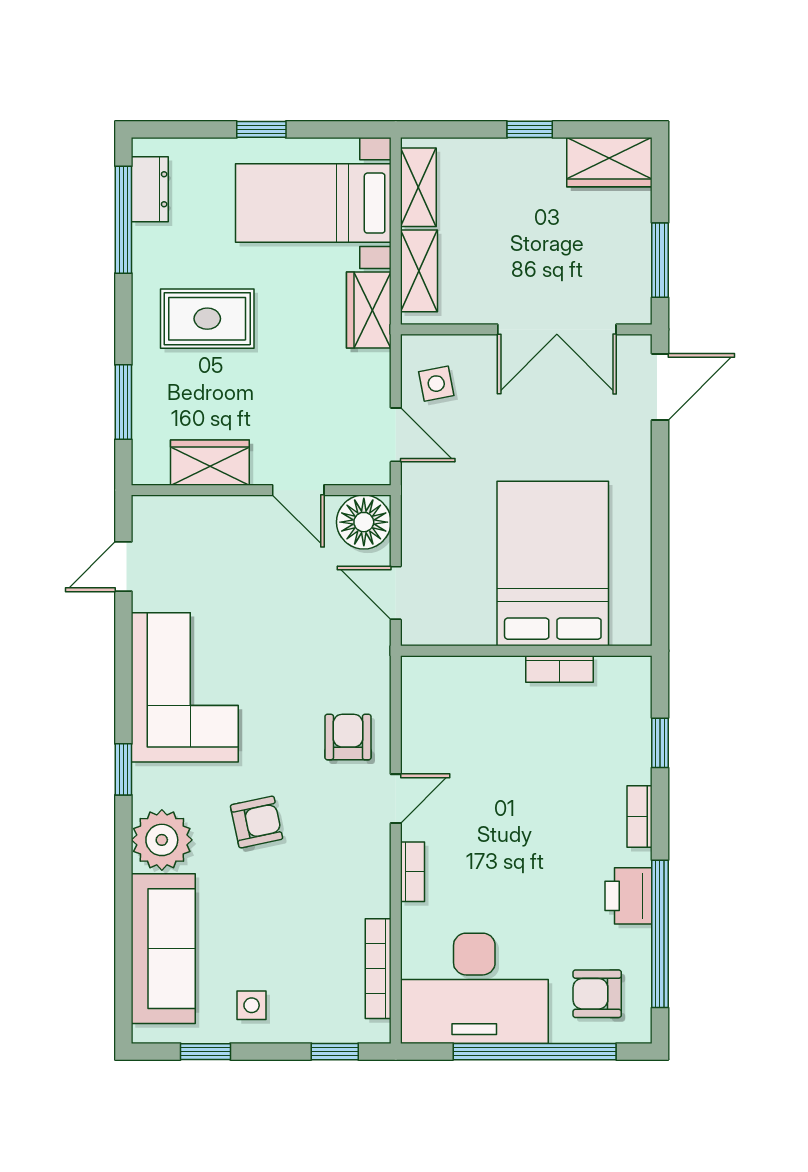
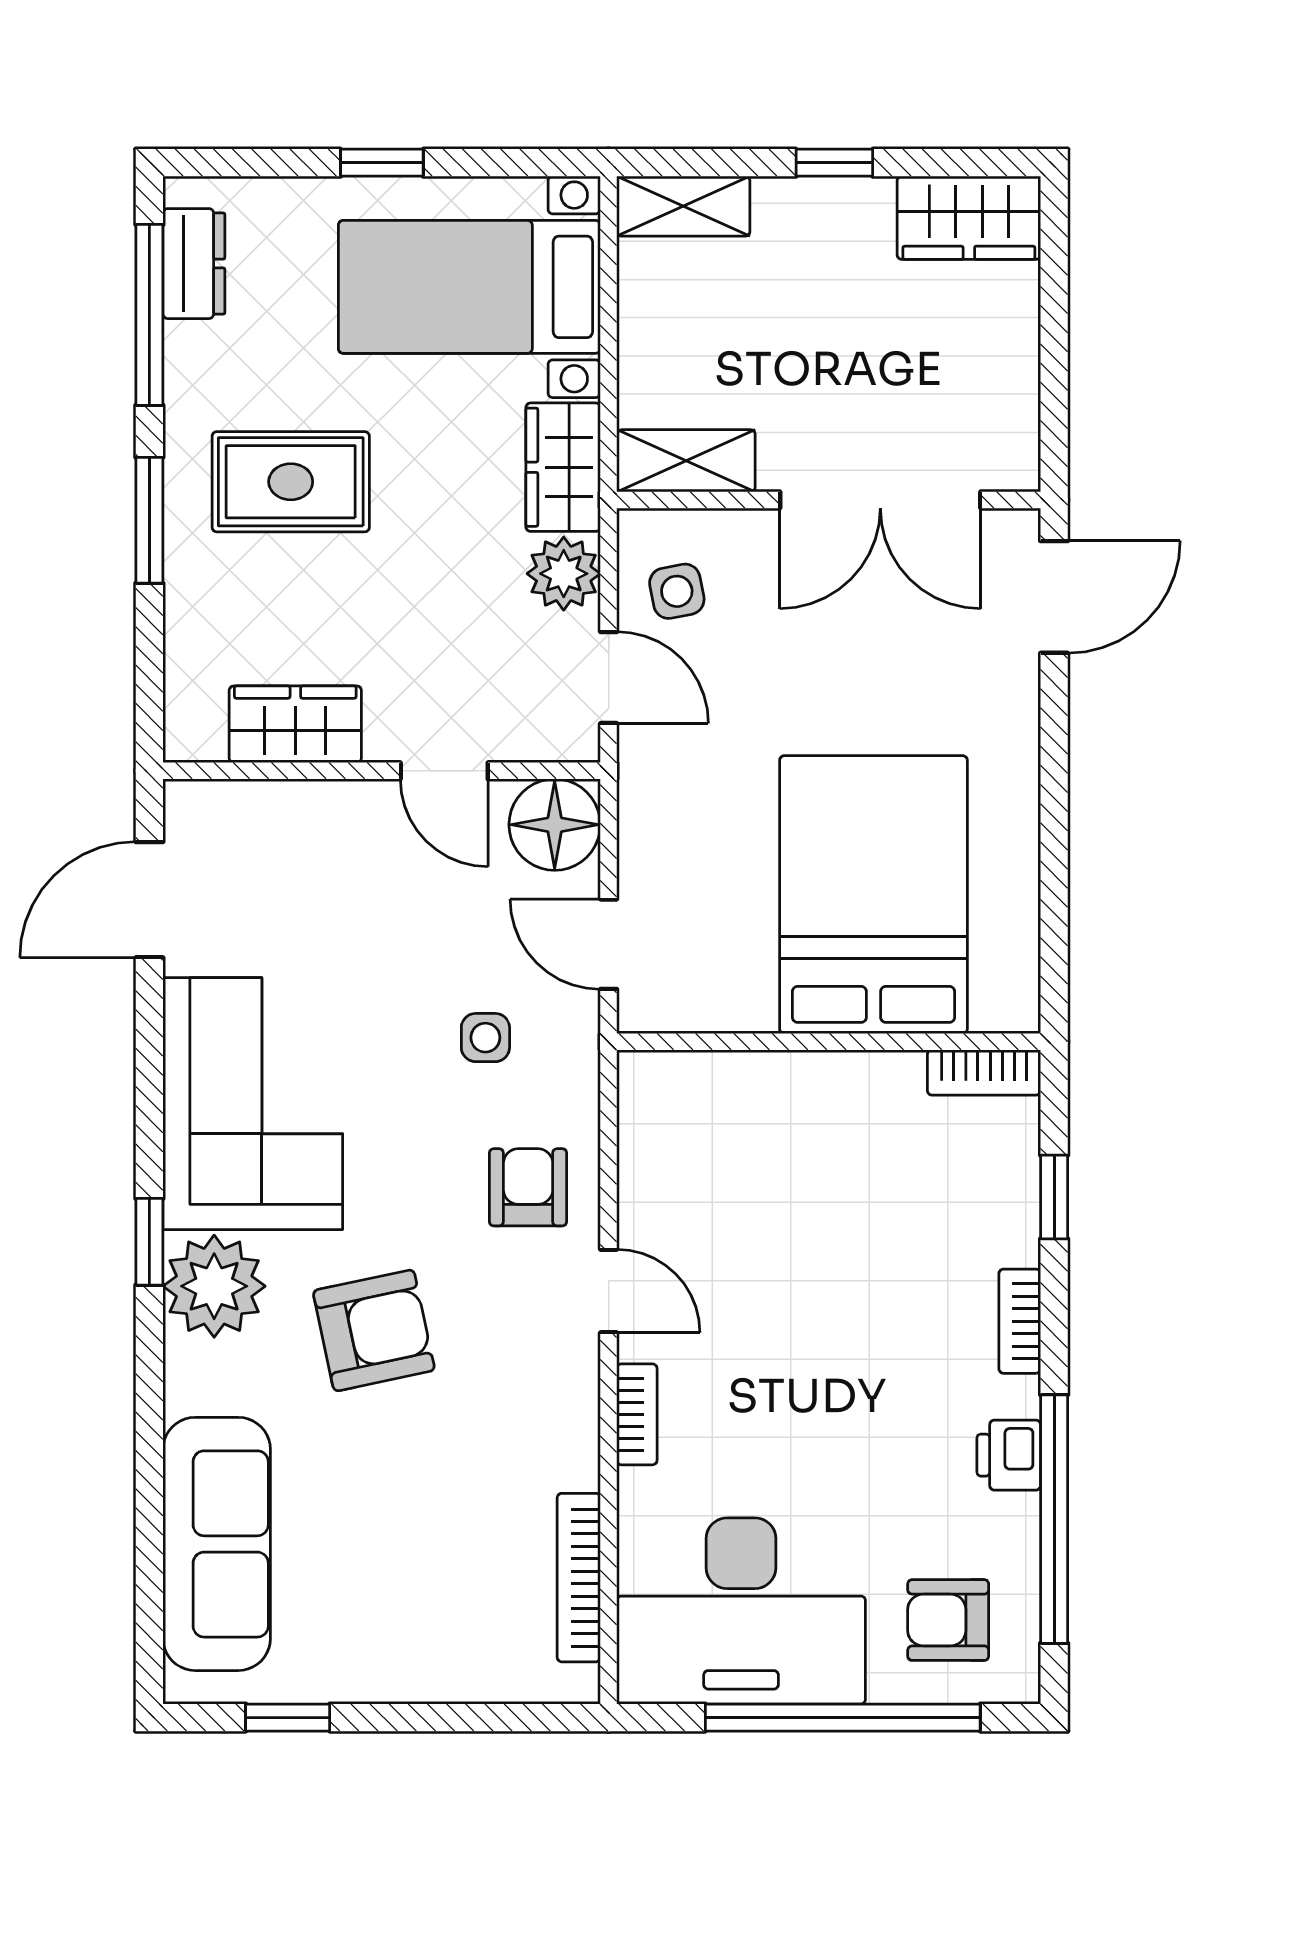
shelving: (418, 187) -> (683, 206), moved, turned 90
window: (660, 260) -> (1054, 383), removed
shelving: (419, 271) -> (686, 461), moved, turned 90
plant: (369, 373) -> (564, 574), added
window: (123, 402) -> (149, 520), moved
door: (123, 567) -> (149, 900), width x1.38
bookcase: (559, 669) -> (984, 1072), moved
door: (396, 799) -> (609, 1291), hinge flipped
armchair: (257, 822) -> (374, 1330), width x1.38, depth x1.38
plant: (162, 840) -> (214, 1286), moved
printer: (629, 896) -> (1009, 1455), width x0.73, depth x0.81
side table: (252, 1005) -> (485, 1038), moved
window: (335, 1052) -> (506, 1718), removed

